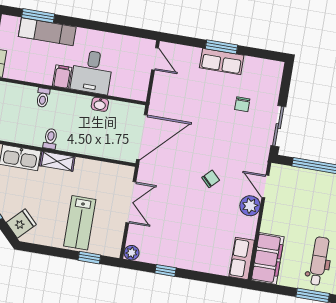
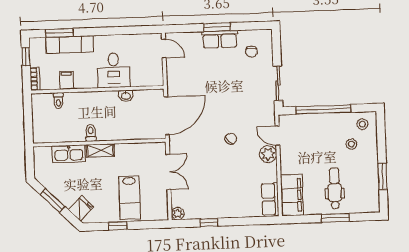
filing cabinet: (62, 77) -> (67, 80), moved
toilet: (43, 98) -> (58, 101), moved
chair: (242, 104) -> (251, 52), moved
window: (89, 258) -> (118, 226), moved

